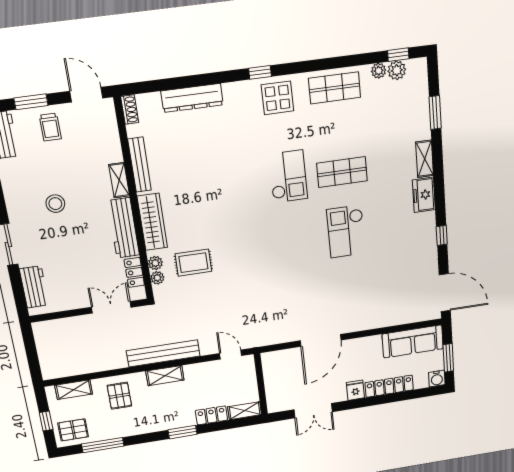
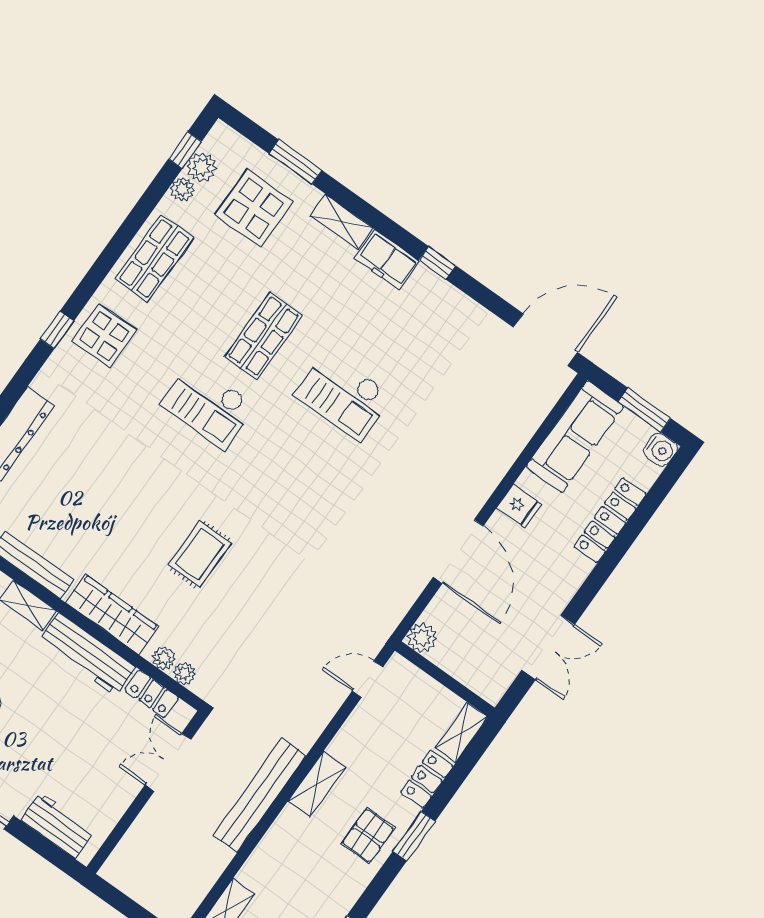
display table: (398, 113) -> (254, 208), added
checkout: (288, 176) -> (208, 405), turned 180
window: (442, 235) -> (437, 263), moved
rug: (193, 263) -> (200, 554), moved
bench: (163, 353) -> (260, 795), moved
plant: (270, 360) -> (422, 638), added
fridge: (355, 390) -> (519, 506), moved, turned 180
pallet: (119, 396) -> (368, 836), moved, turned 90

